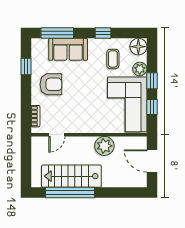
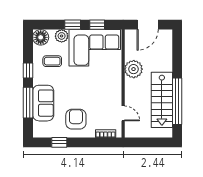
window: (57, 33) -> (28, 103), moved

